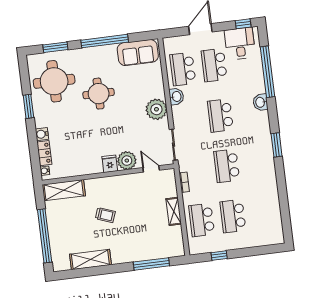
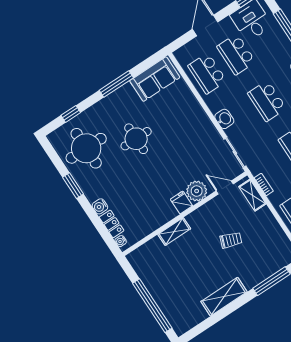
window: (105, 41) -> (116, 84), width x0.68
window: (55, 47) -> (71, 114), width x0.67
washbasin: (176, 97) -> (224, 119), moved
plant: (156, 109) -> (201, 126), removed
shelving: (64, 190) -> (174, 232), moved, width x0.67, depth x0.75
shelving: (174, 211) -> (252, 195), moved
trolley: (105, 215) -> (231, 240), moved
shelving: (90, 260) -> (224, 297), moved

